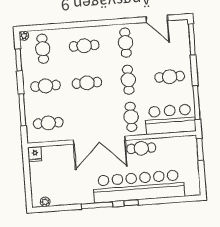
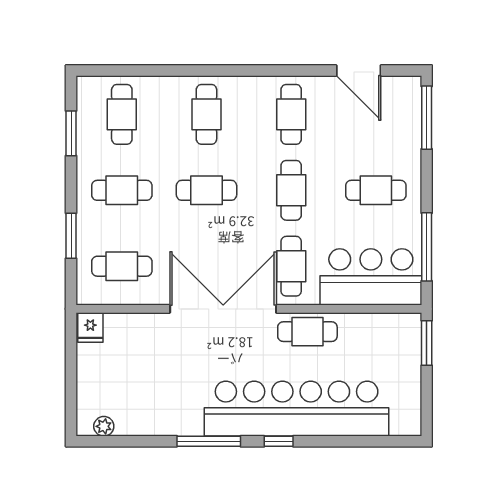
plant: (24, 36) -> (86, 85), removed
cafe table: (84, 46) -> (206, 114), turned 90
window: (22, 110) -> (71, 236), width x0.69
double door: (99, 140) -> (223, 309), swing flipped

